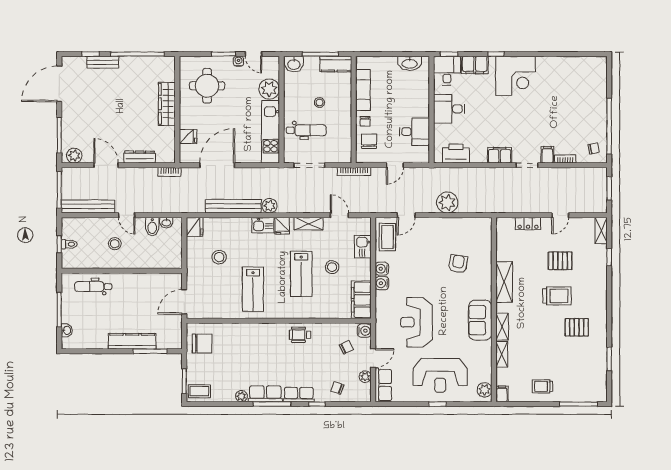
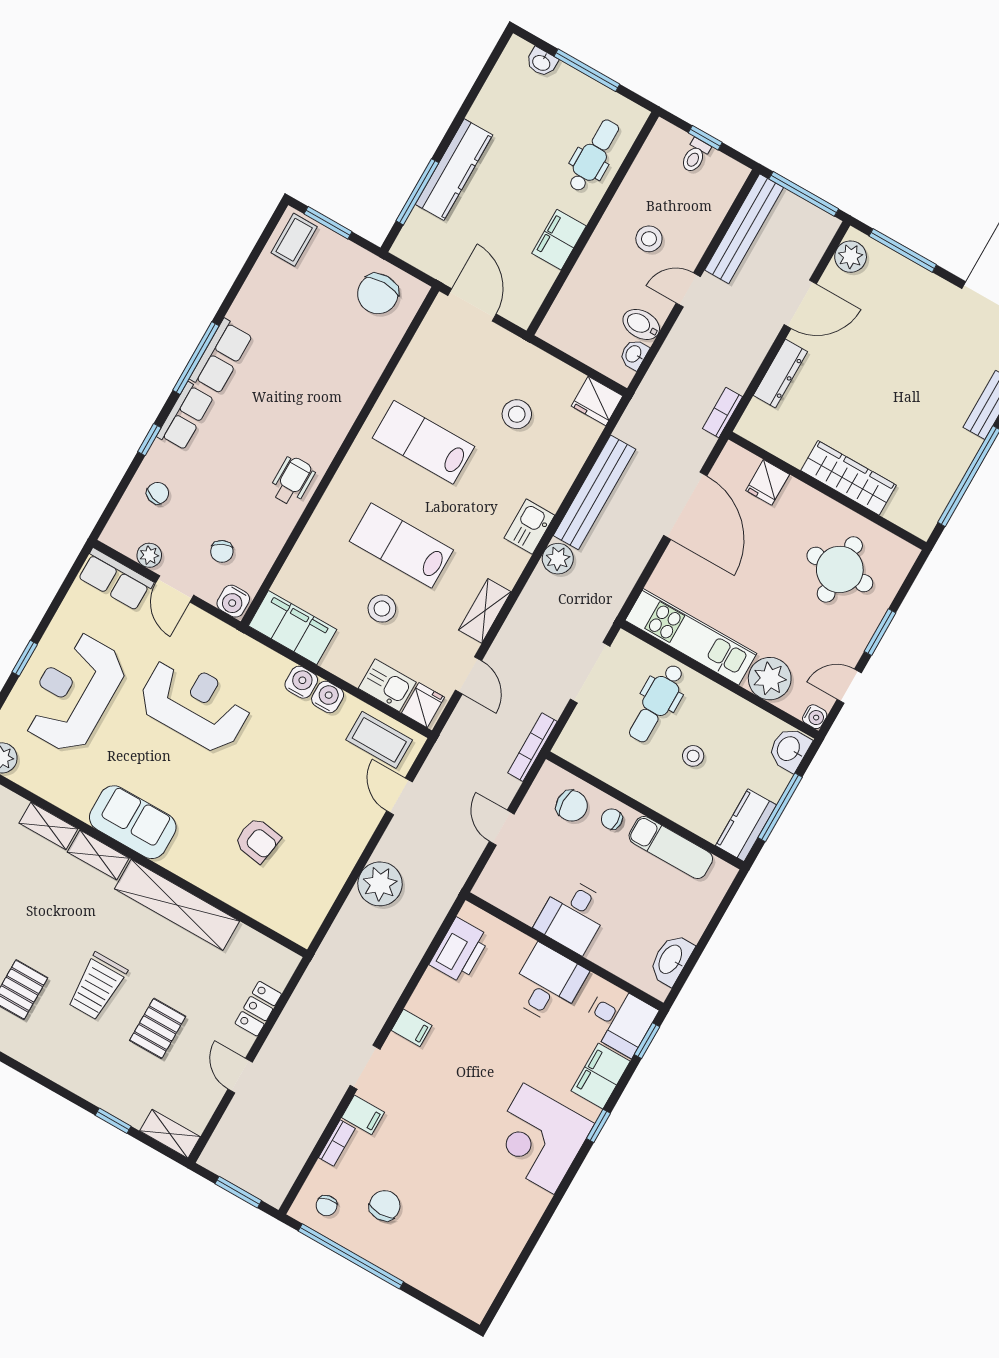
water cooler: (239, 61) -> (815, 717), moved
chair: (580, 124) -> (385, 1206), added
desk: (414, 132) -> (573, 915), moved
filing cabinet: (500, 155) -> (412, 1028), width x0.50
door: (339, 215) -> (468, 675), hinge flipped
fridge: (282, 226) -> (423, 705), moved, turned 90
filing cabinet: (136, 281) -> (559, 240), added
shelving: (504, 282) -> (177, 905), width x1.47
plant: (241, 396) -> (242, 311), removed

